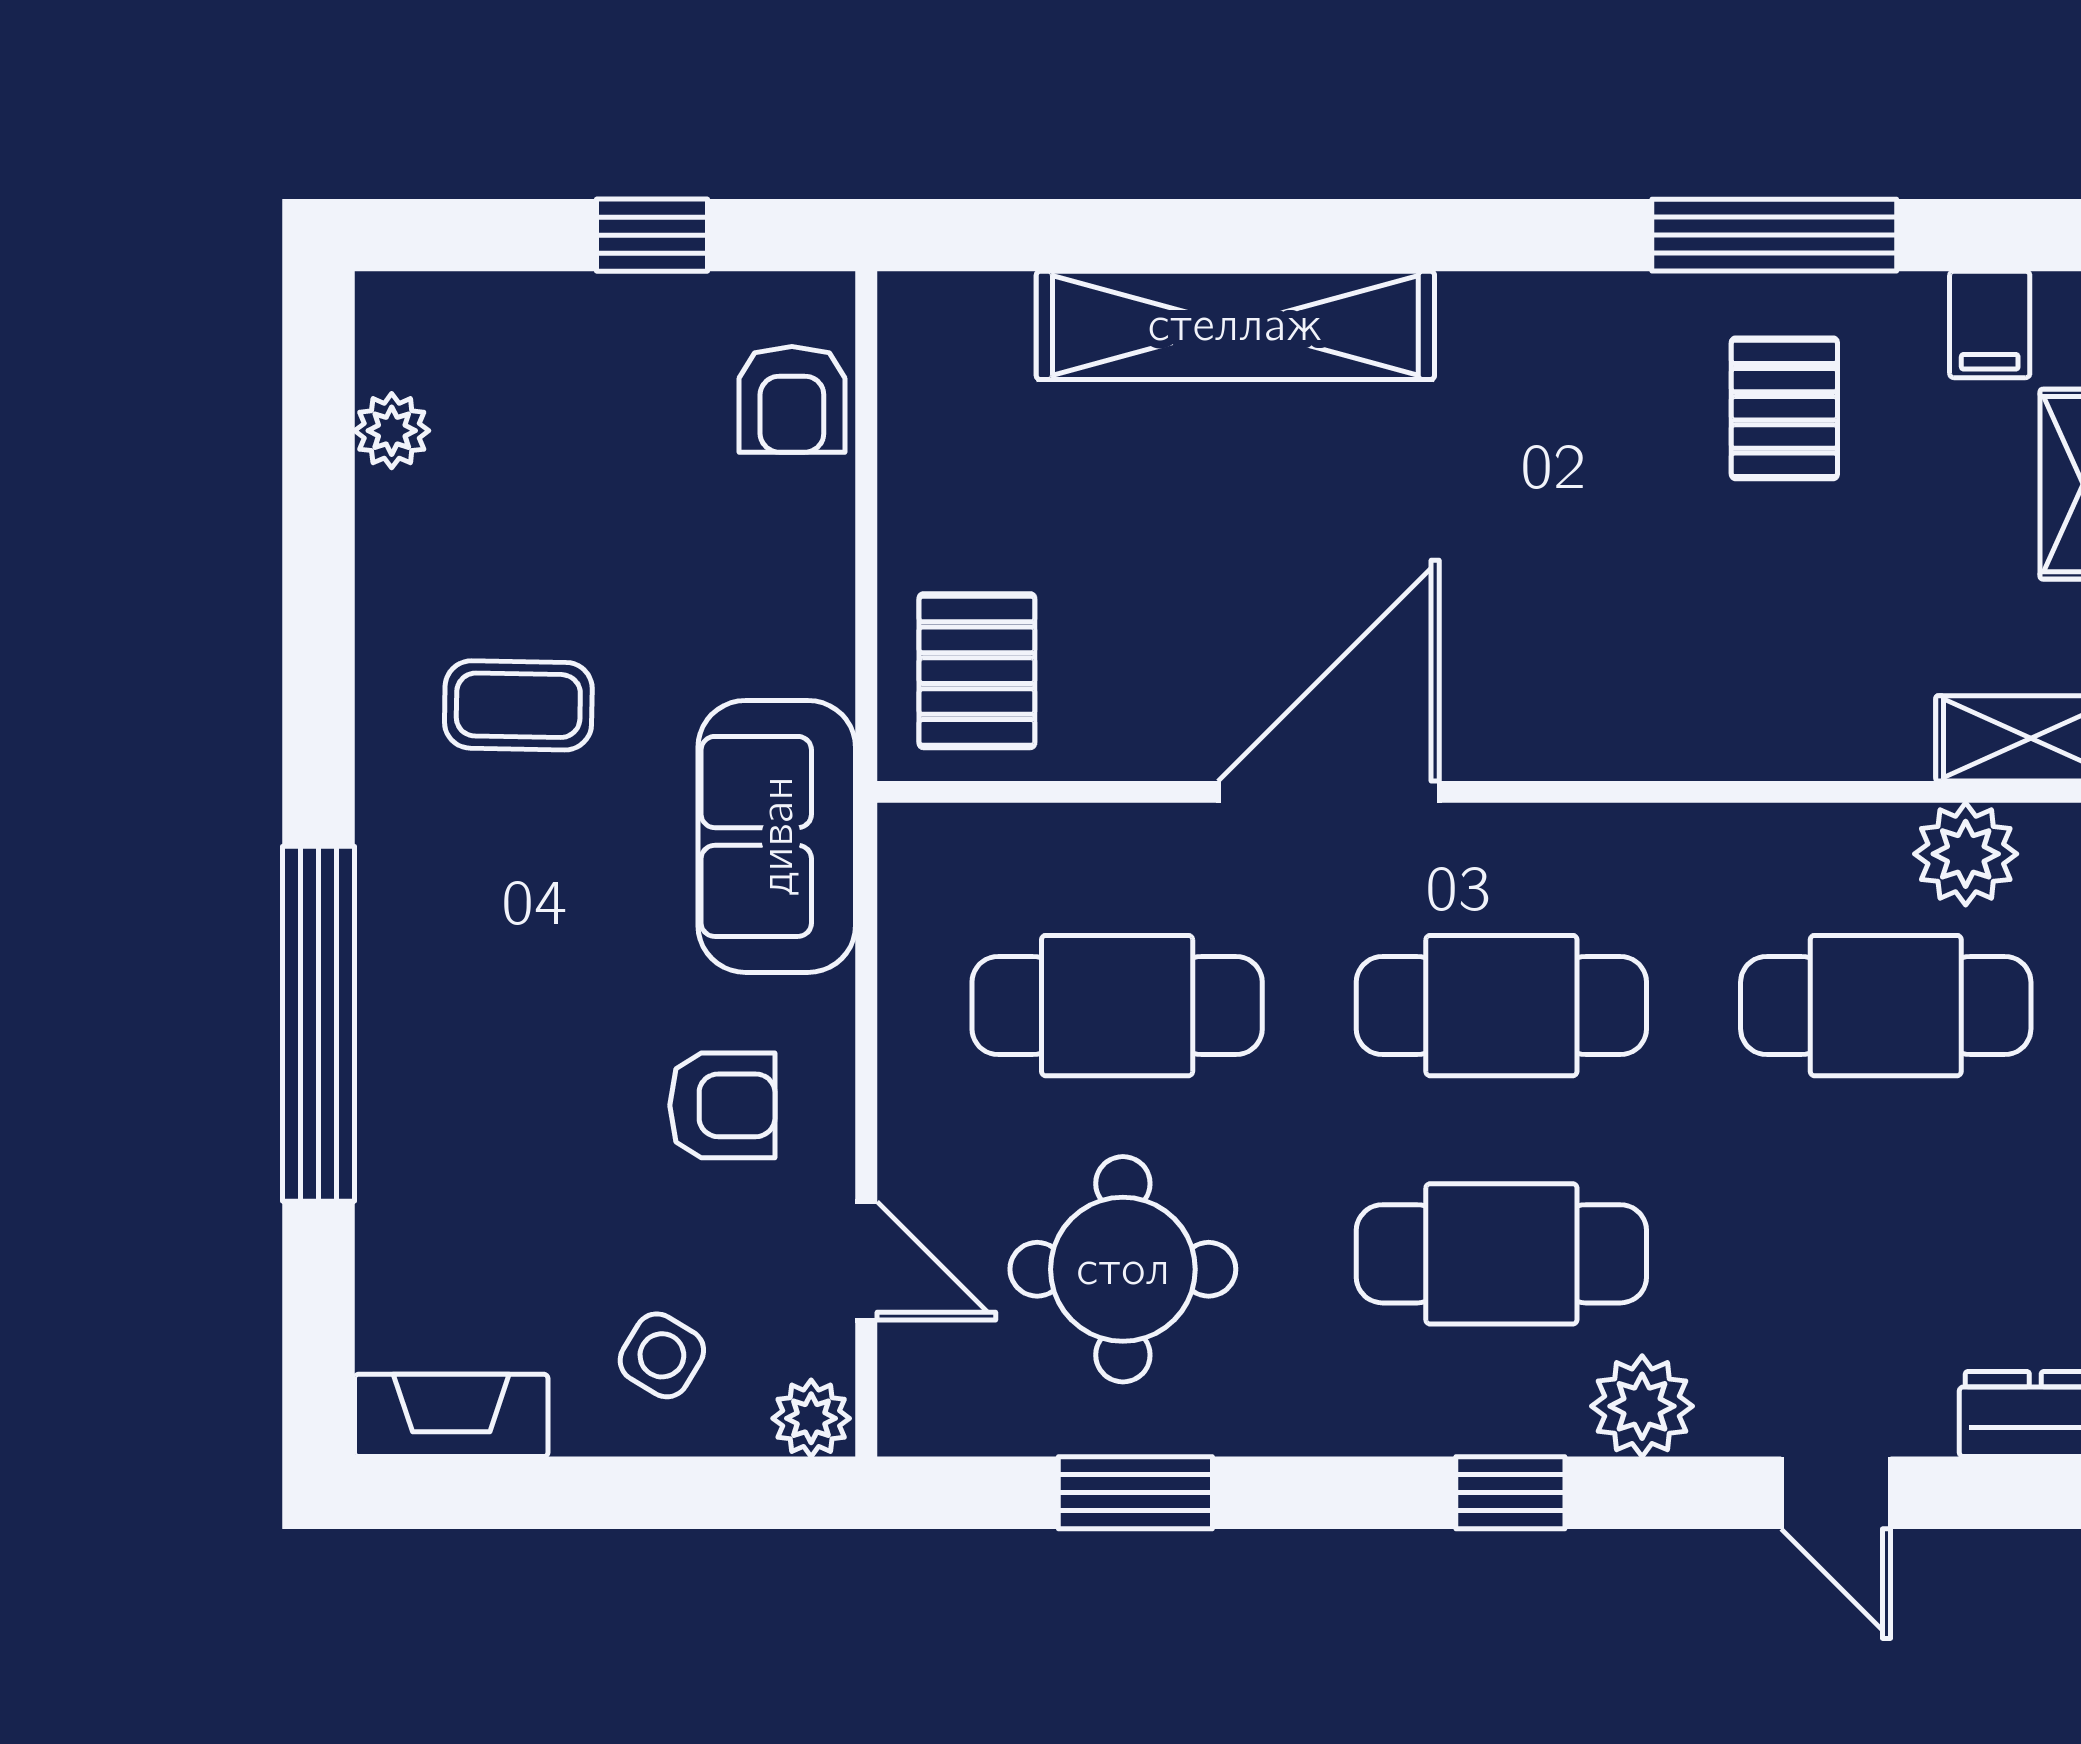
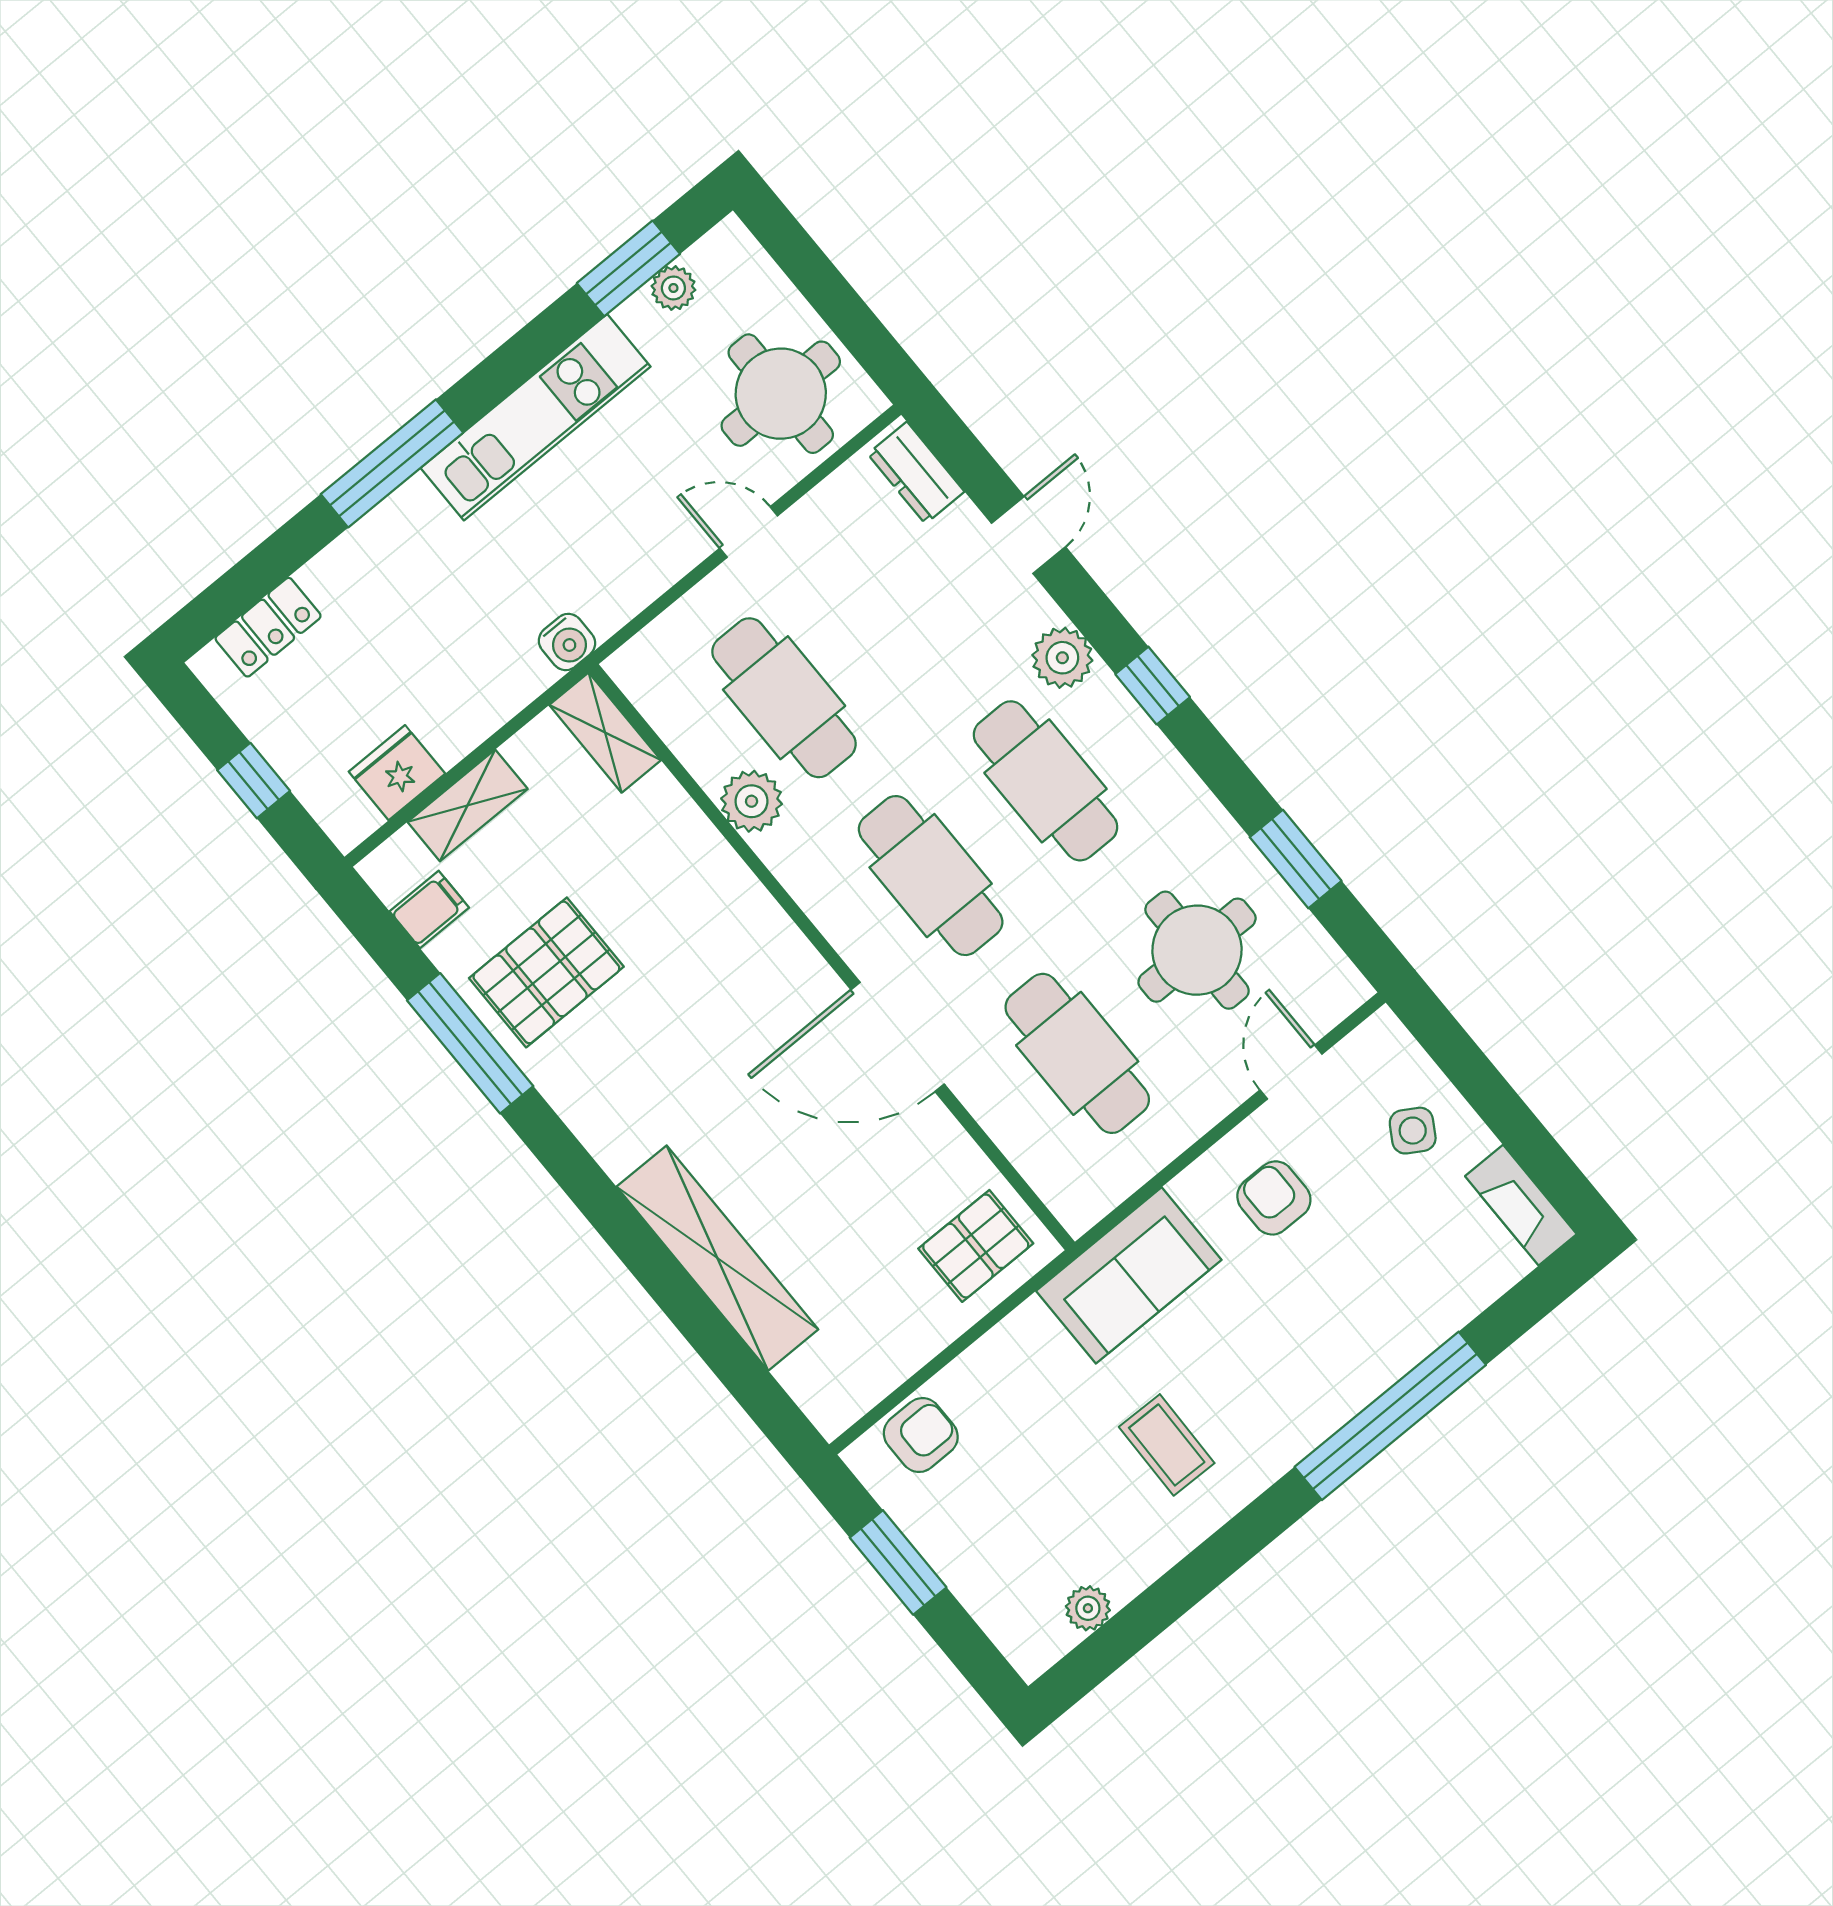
window: (652, 235) -> (898, 1562), width x1.50
pallet: (1784, 408) -> (546, 972), width x1.50, depth x1.42
plant: (1966, 854) -> (752, 801), moved
plant: (811, 1418) -> (1385, 1038), removed

